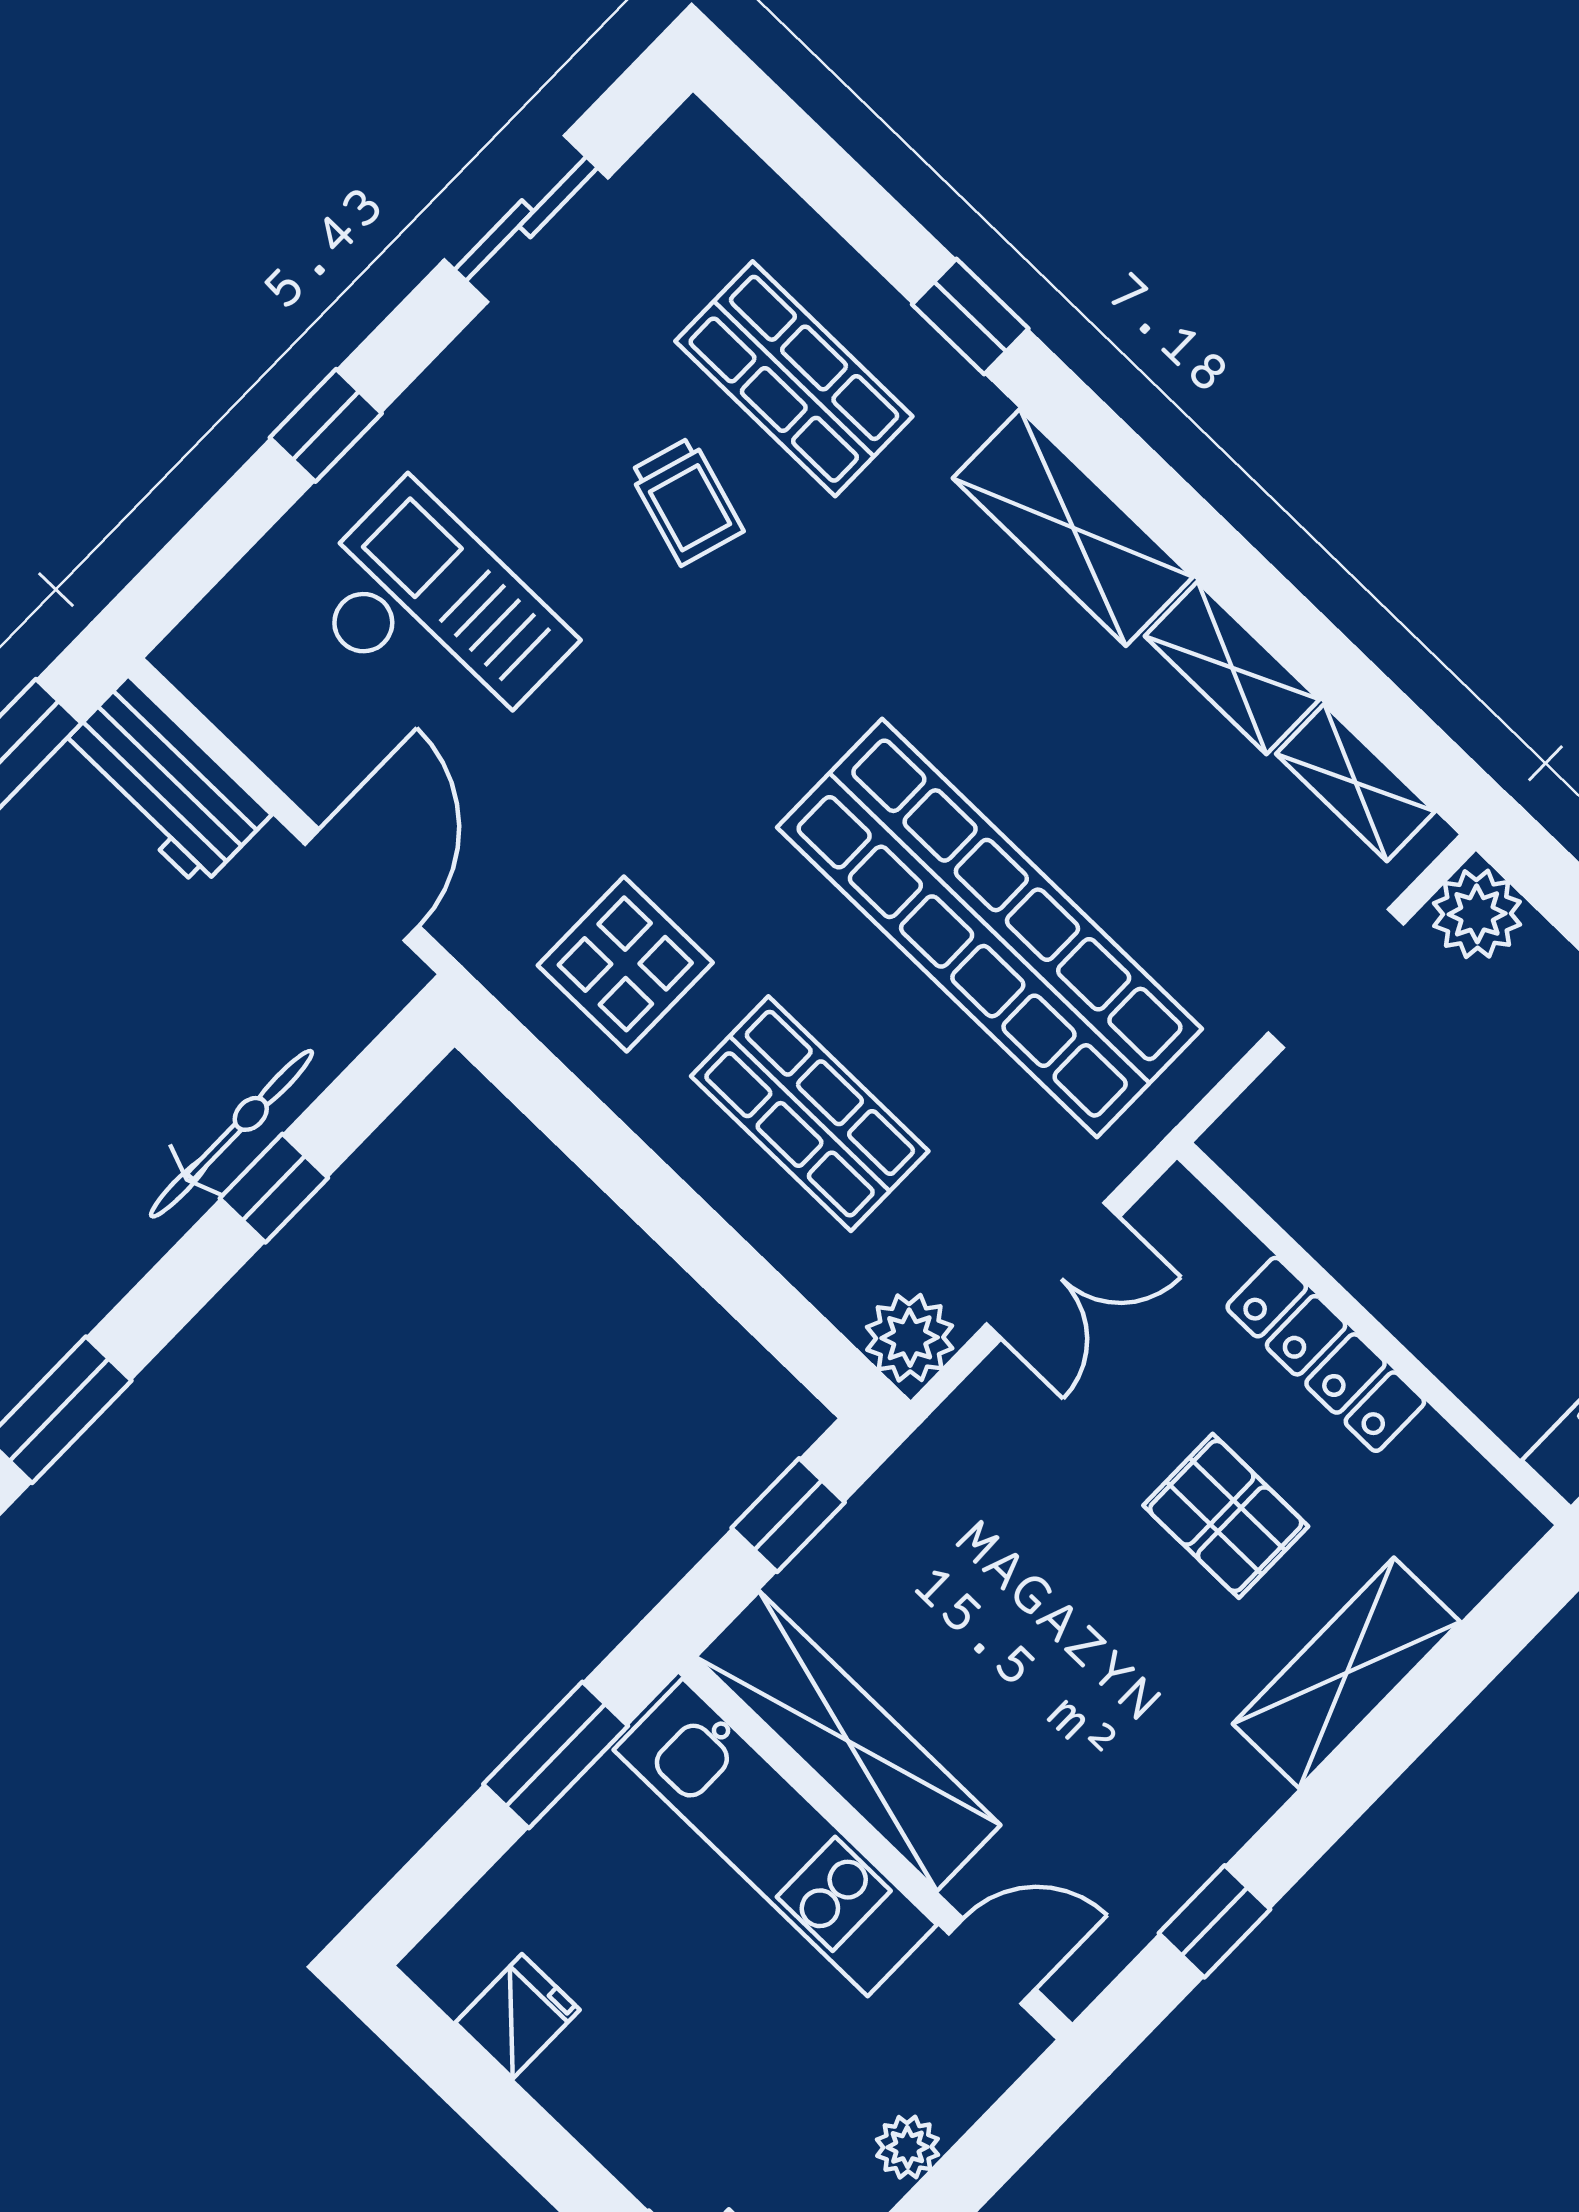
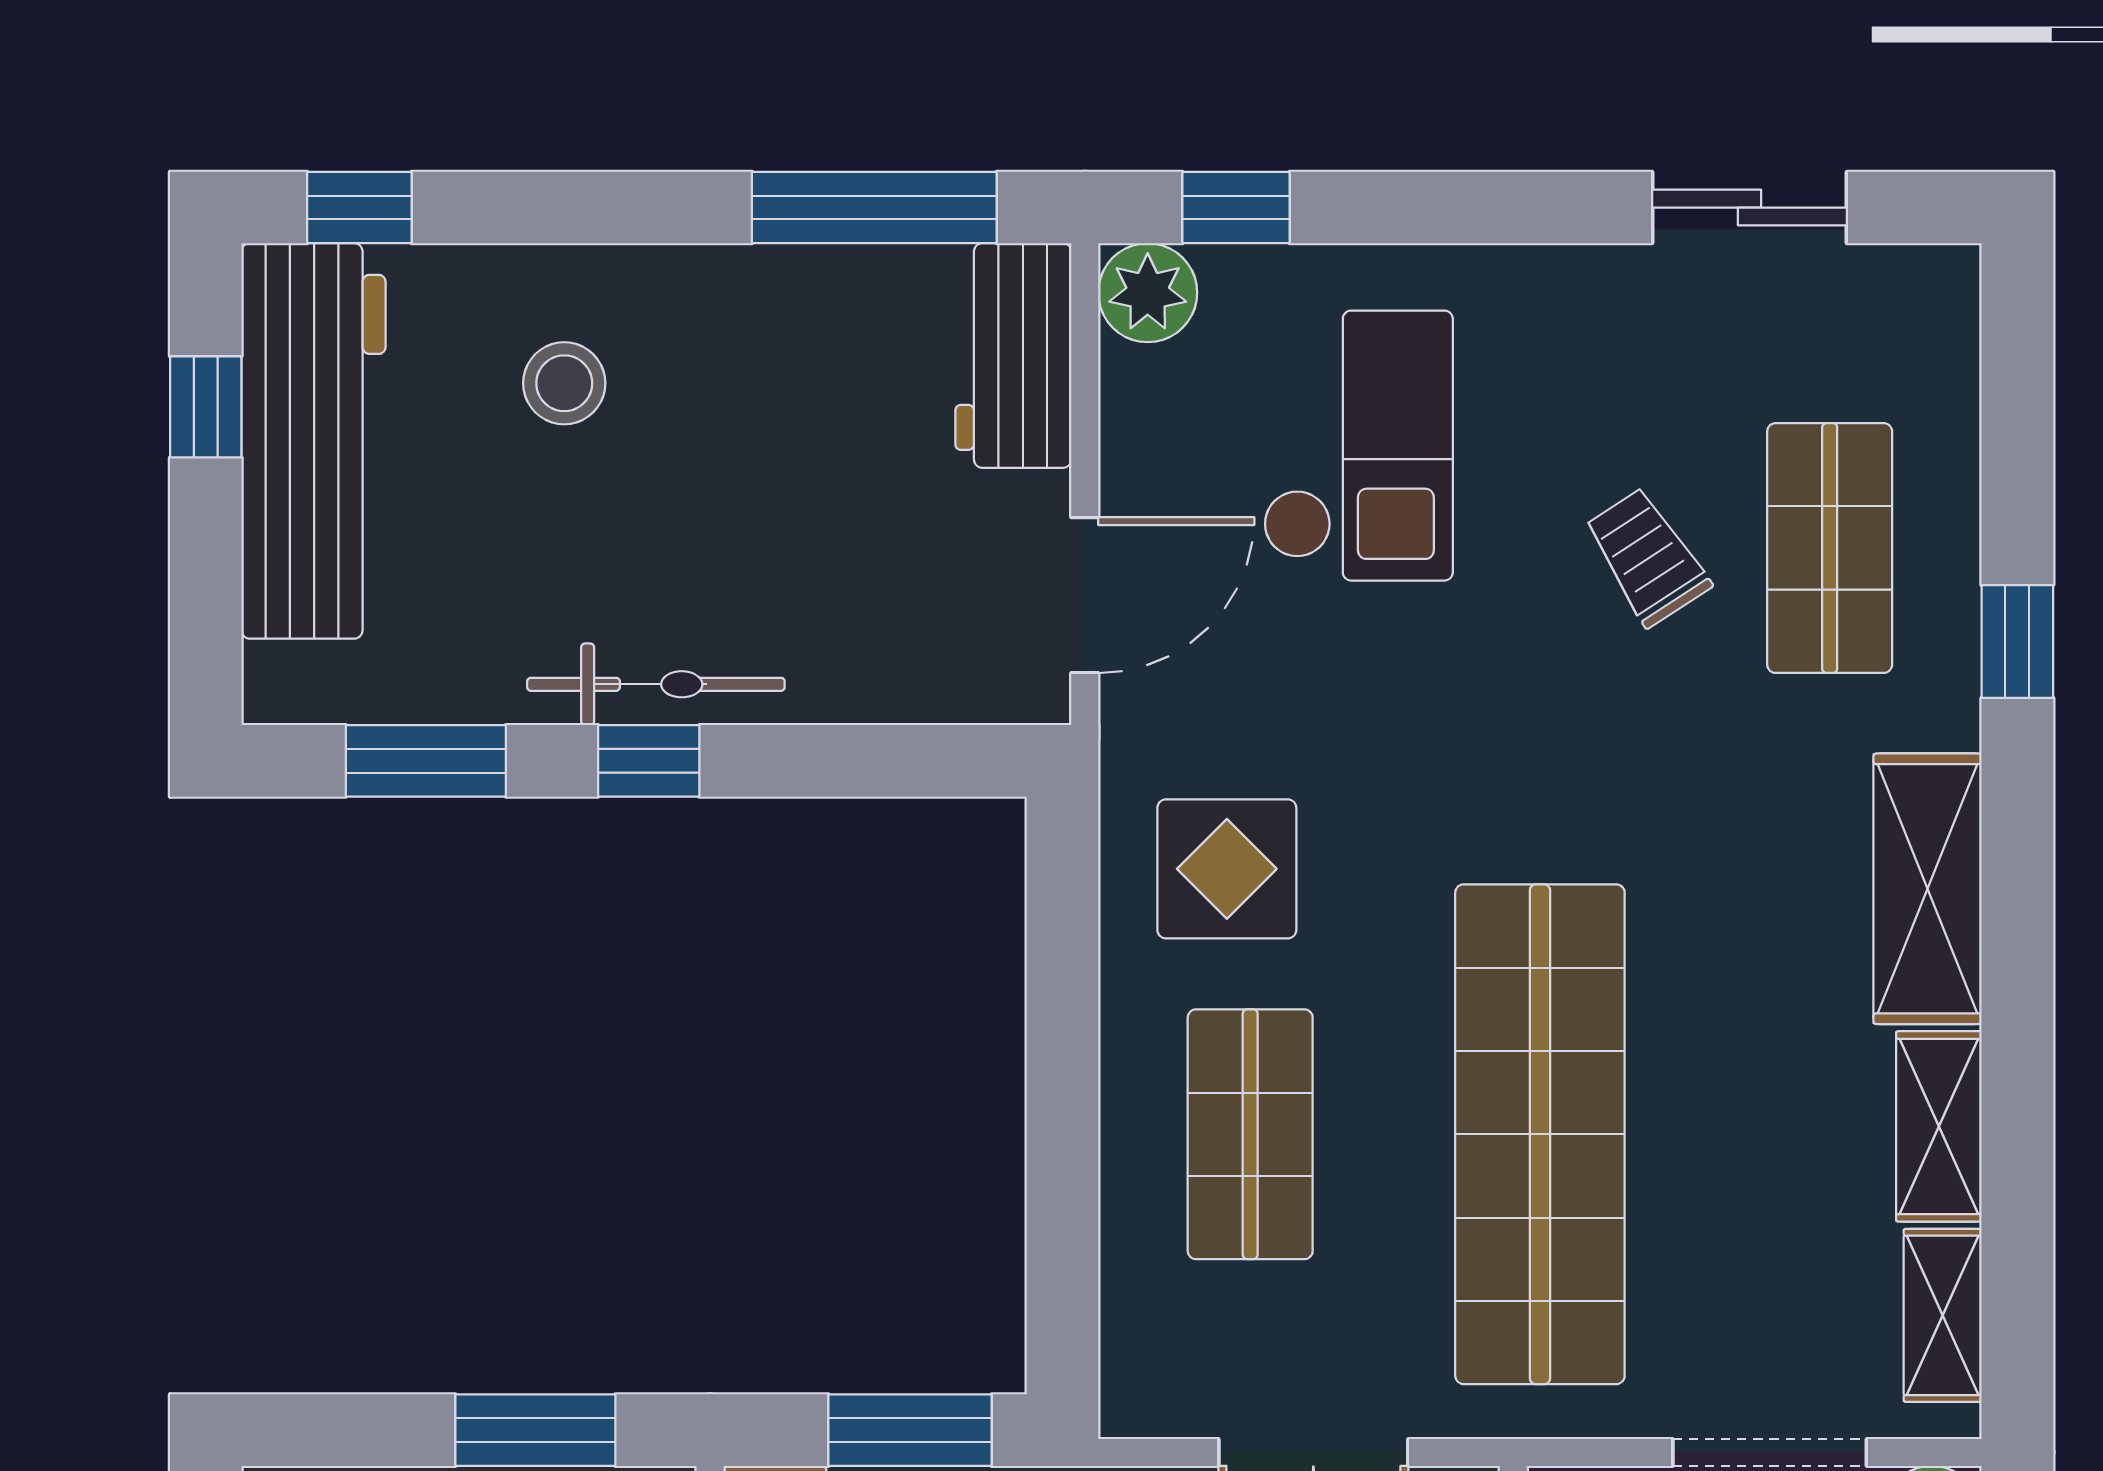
window: (326, 425) -> (1236, 208), moved
trolley: (686, 501) -> (1647, 557), turned 130
bicycle: (232, 1134) -> (656, 684), moved
window: (274, 1188) -> (649, 761), moved
plant: (910, 1338) -> (1148, 293), moved
window: (788, 1515) -> (910, 1430), width x1.50

